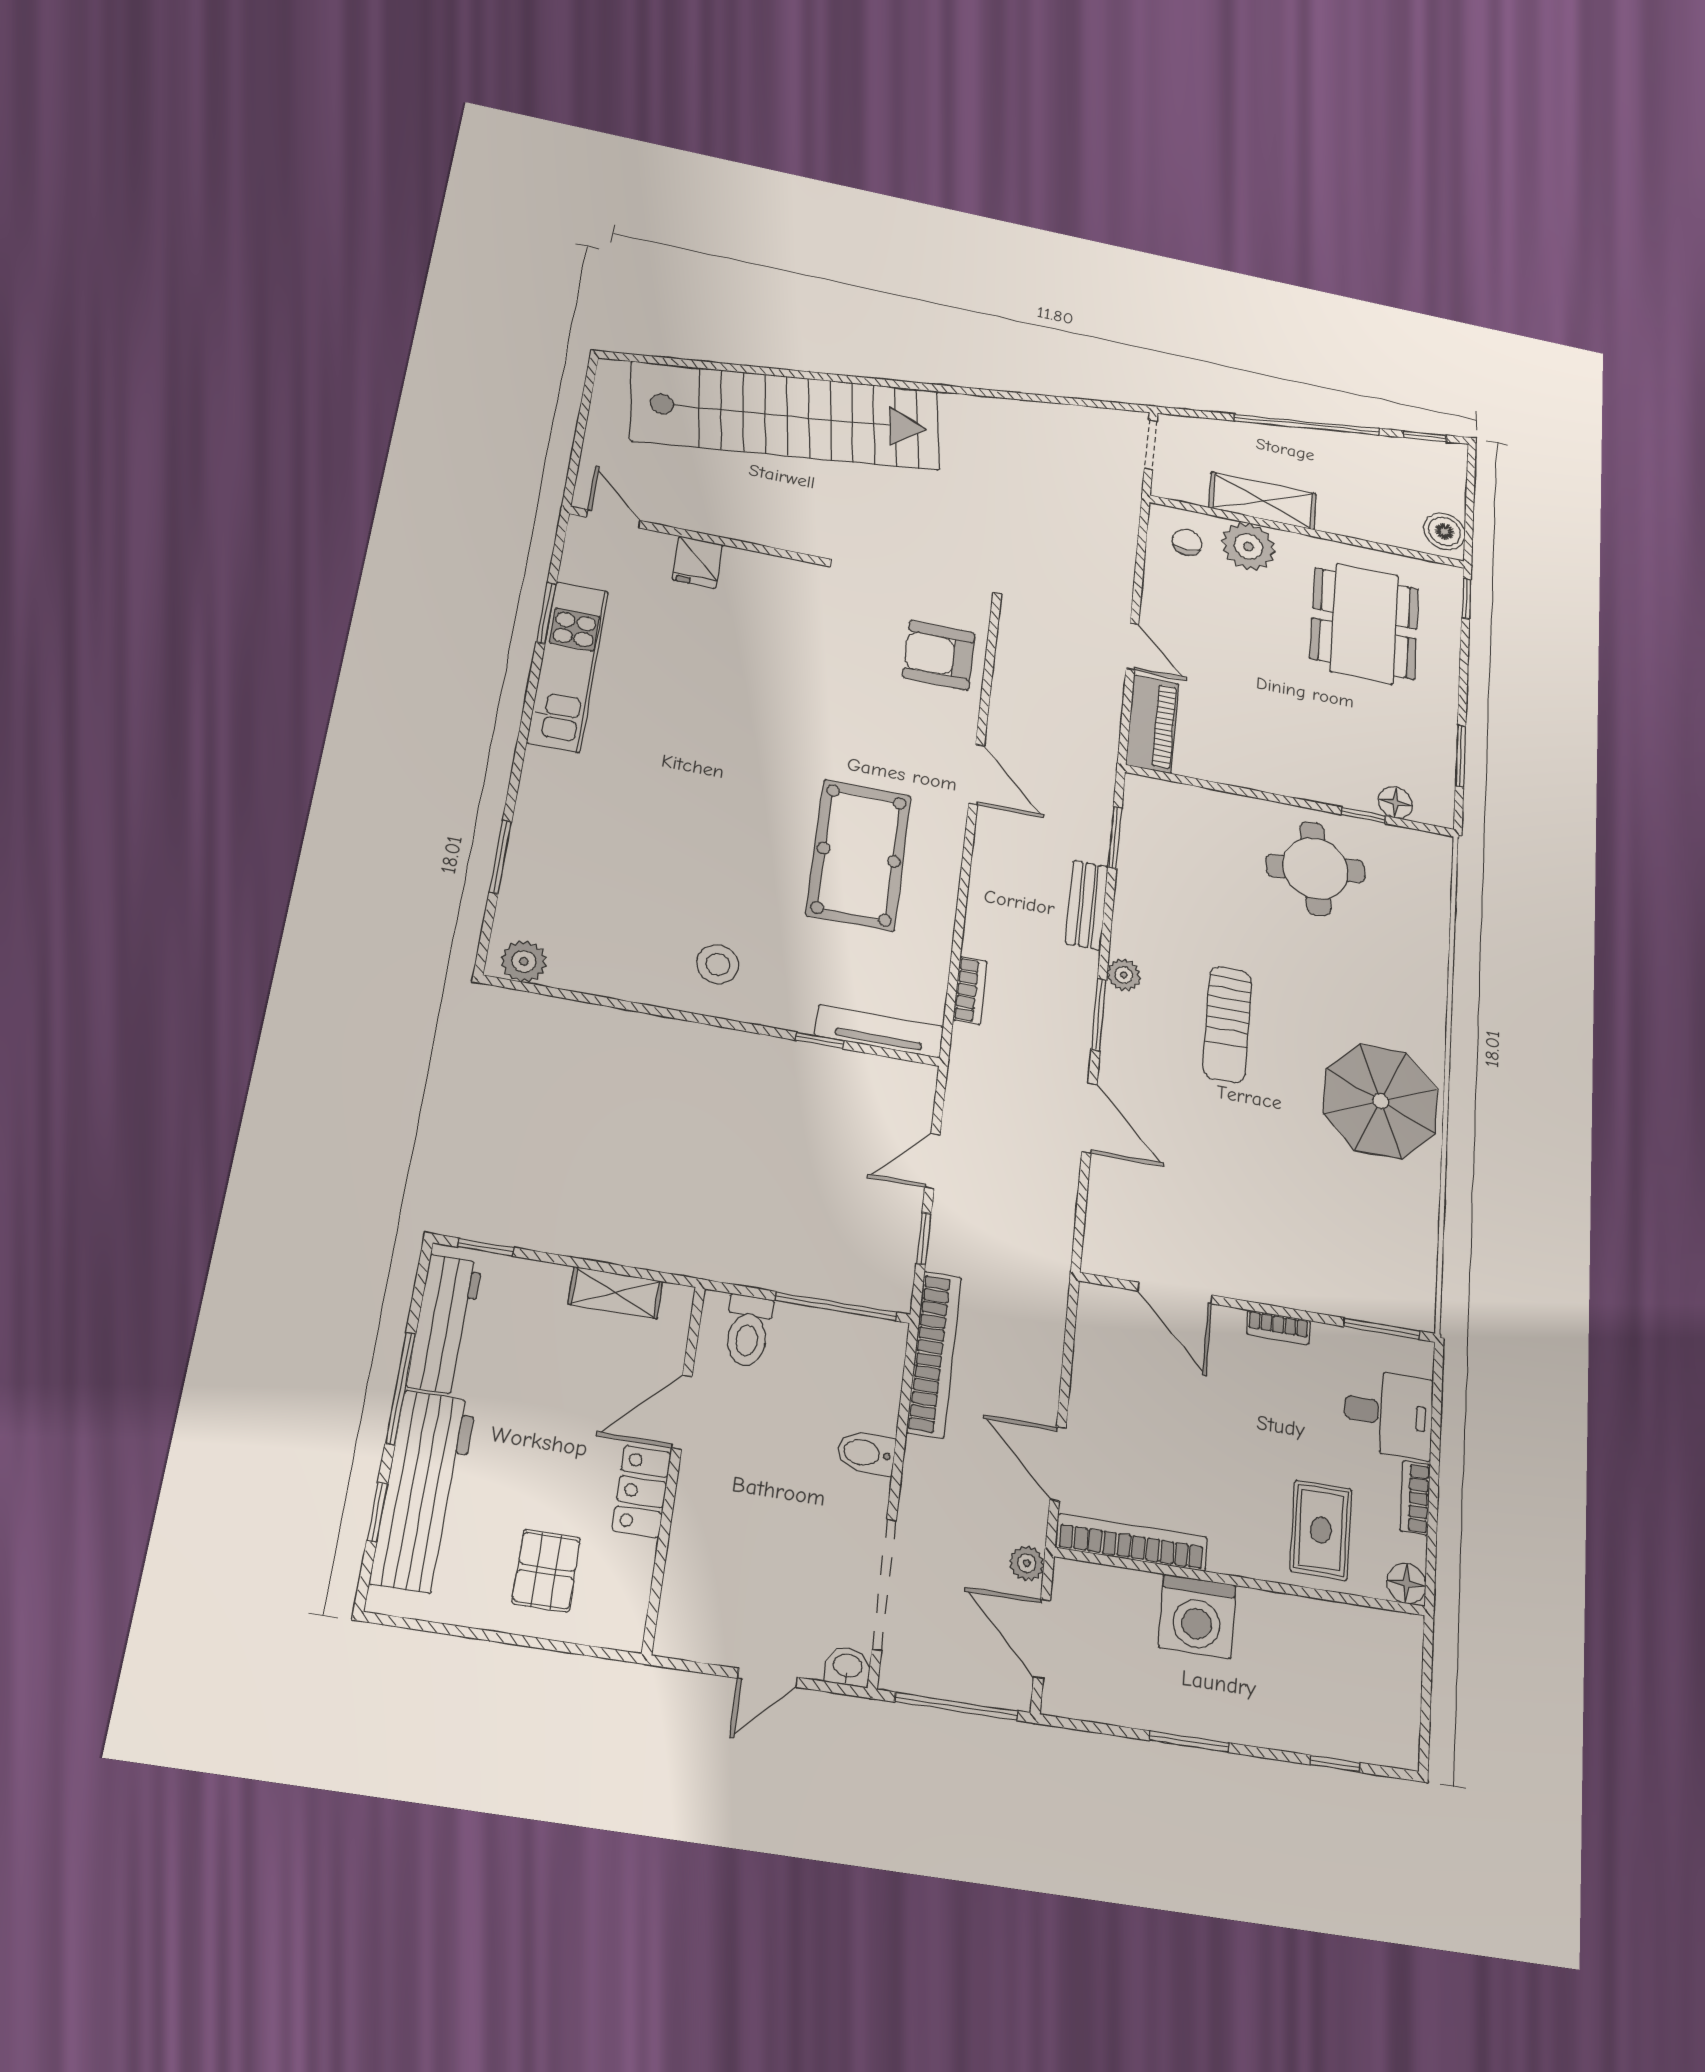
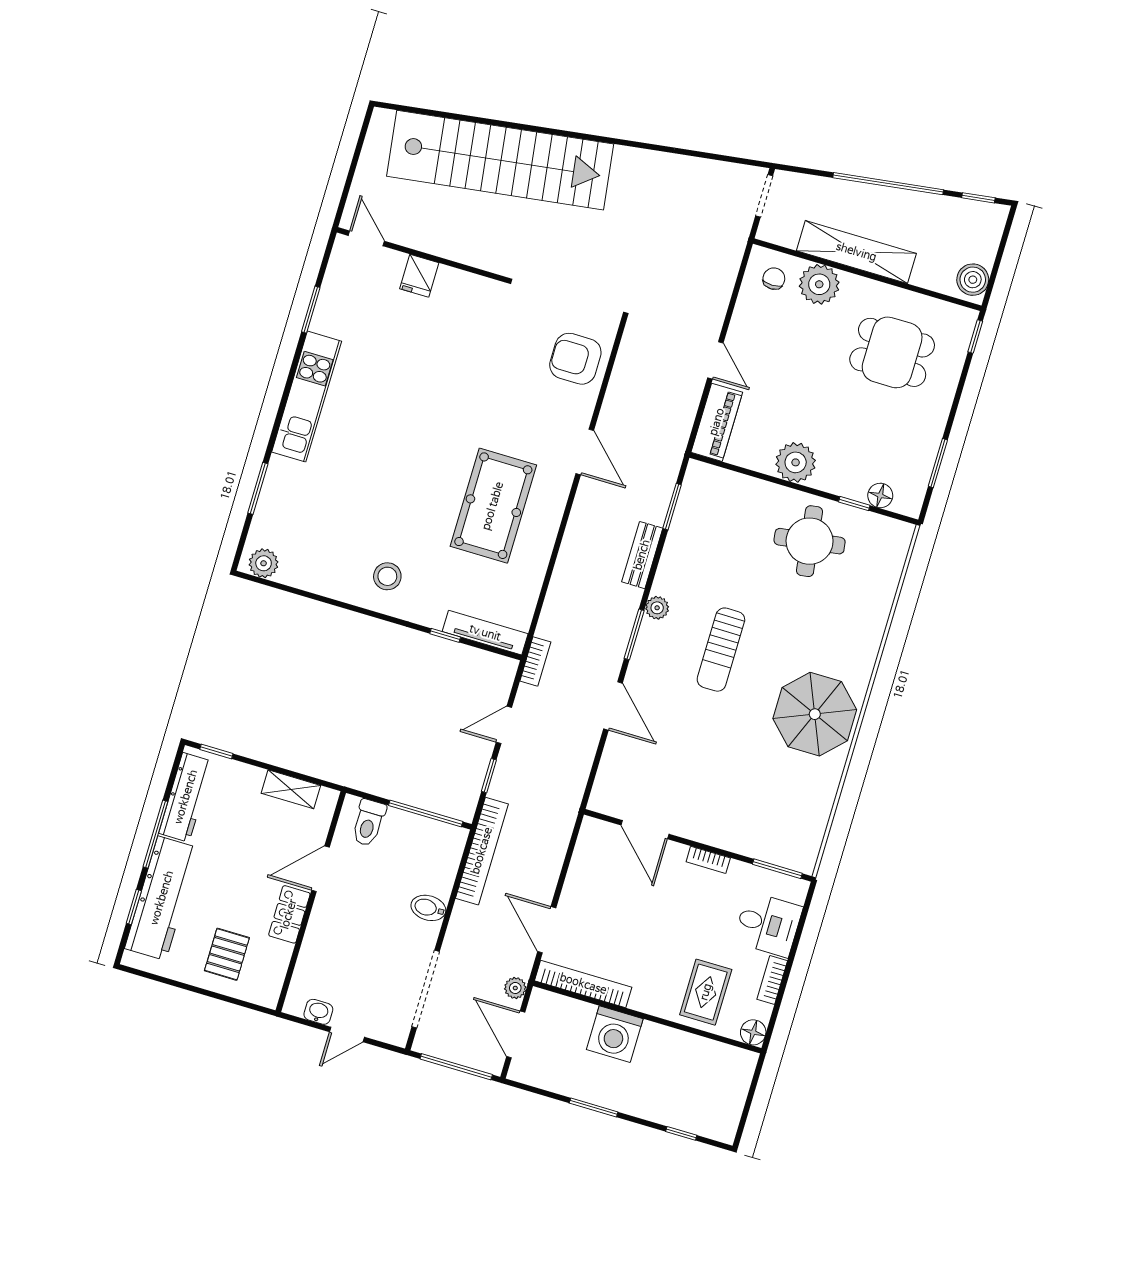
shelving: (1263, 501) -> (856, 252), width x1.47
dining table: (1364, 623) -> (892, 352), width x0.73
kitchen unit: (568, 666) -> (307, 397), moved
plant: (1271, 768) -> (796, 462), added
bookcase: (970, 990) -> (535, 661), moved
washbasin: (848, 1667) -> (318, 1012), moved

